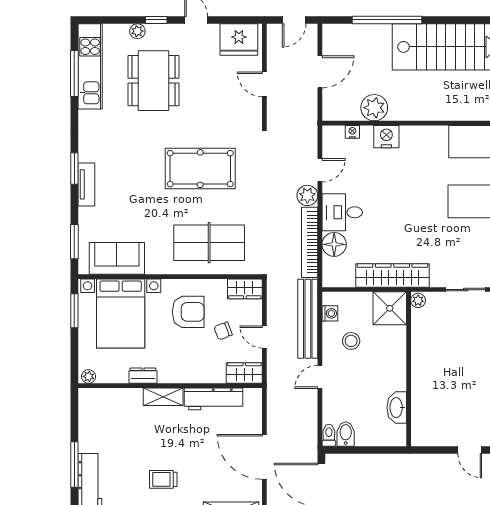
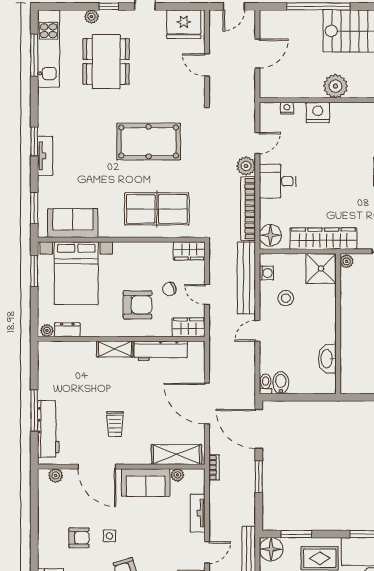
plant: (374, 108) -> (335, 86), moved
floor lamp: (334, 244) -> (270, 235), moved
armchair: (188, 312) -> (138, 305), moved
dresser: (143, 376) -> (67, 330), moved
trolley: (163, 479) -> (115, 424), turned -90

